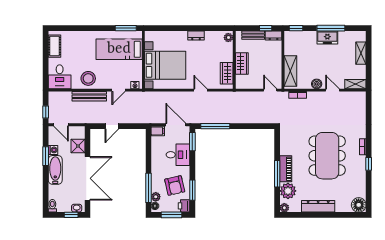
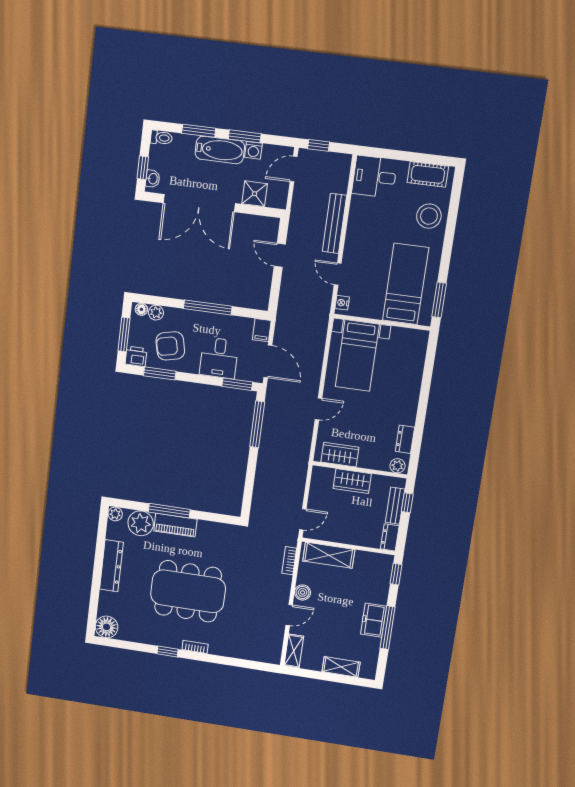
window: (266, 28) -> (407, 503), moved
dresser: (196, 36) -> (405, 439), moved
bed with nightstands: (165, 65) -> (357, 356), width x0.73
stool: (88, 78) -> (429, 216), moved
door: (176, 125) -> (268, 361), hinge flipped
window: (46, 184) -> (199, 131), added
window: (148, 188) -> (208, 307), moved

